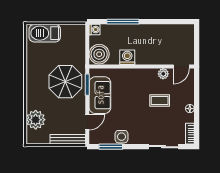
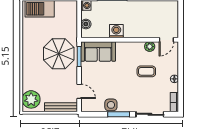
boiler: (99, 54) -> (86, 24), width x0.54, depth x0.54
sofa: (100, 95) -> (98, 51), moved, turned 90
plant: (36, 120) -> (31, 99), moved
door: (87, 122) -> (79, 91), hinge flipped
window: (111, 147) -> (119, 114), moved

